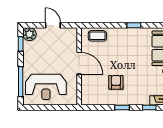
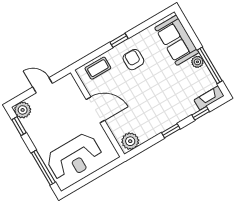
window: (134, 25) -> (119, 40), moved
armchair: (116, 82) -> (133, 60), moved
plant: (90, 98) -> (130, 141), added

